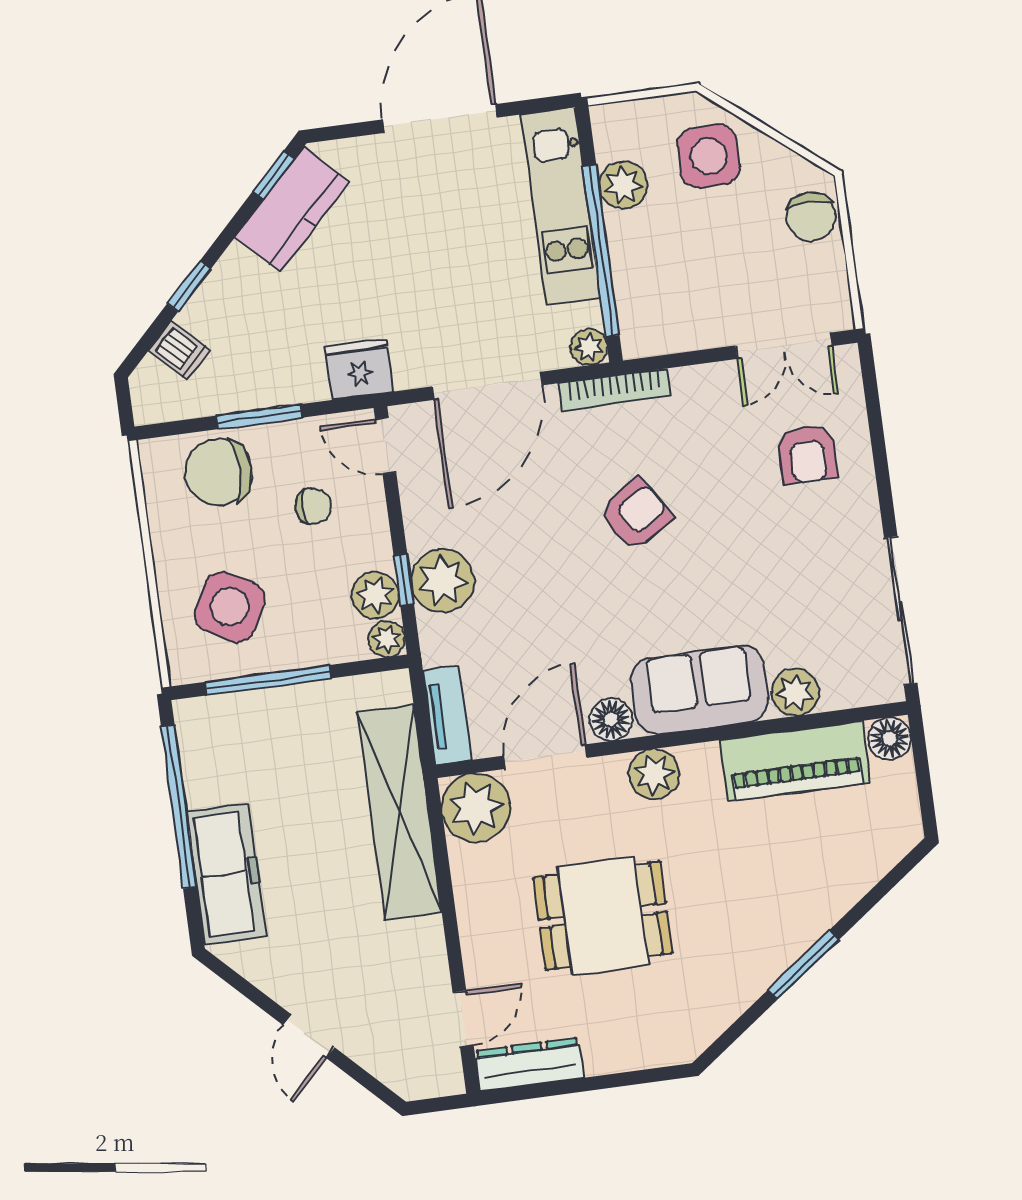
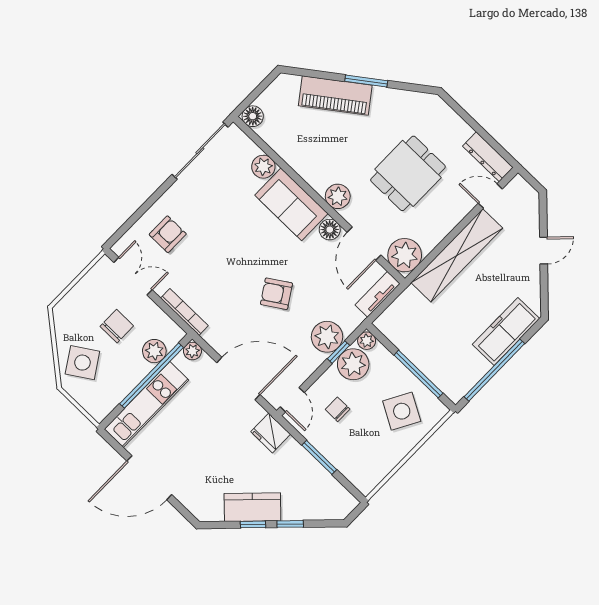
side table: (709, 156) -> (82, 363), turned -33
window: (273, 175) -> (253, 524), moved
plant: (623, 185) -> (154, 351), moved
kitchen counter: (292, 209) -> (252, 507), moved
chair: (811, 217) -> (117, 326), moved
dishwasher: (179, 351) -> (318, 508), removed
bookcase: (614, 390) -> (184, 312), moved
chair: (219, 472) -> (353, 456), removed
armchair: (636, 514) -> (276, 294), moved
plant: (375, 595) -> (353, 364), width x1.36, depth x1.36
door: (545, 757) -> (364, 244), hinge flipped
piano: (795, 761) -> (335, 96), moved, turned 144
shelving: (399, 812) -> (457, 255), moved
dining table: (603, 916) -> (408, 173), turned 90

